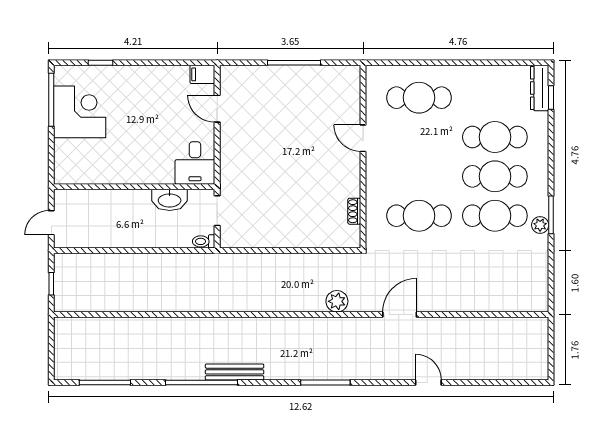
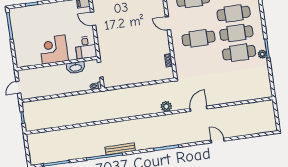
corner desk: (80, 112) -> (54, 50), moved, turned -90
cafe table: (419, 216) -> (198, 38), moved

